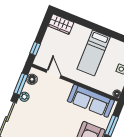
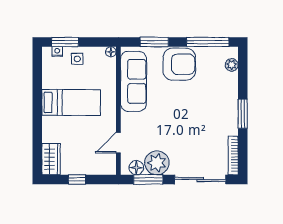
window: (35, 49) -> (77, 179), moved
plant: (24, 97) -> (157, 163), width x1.87, depth x1.87

